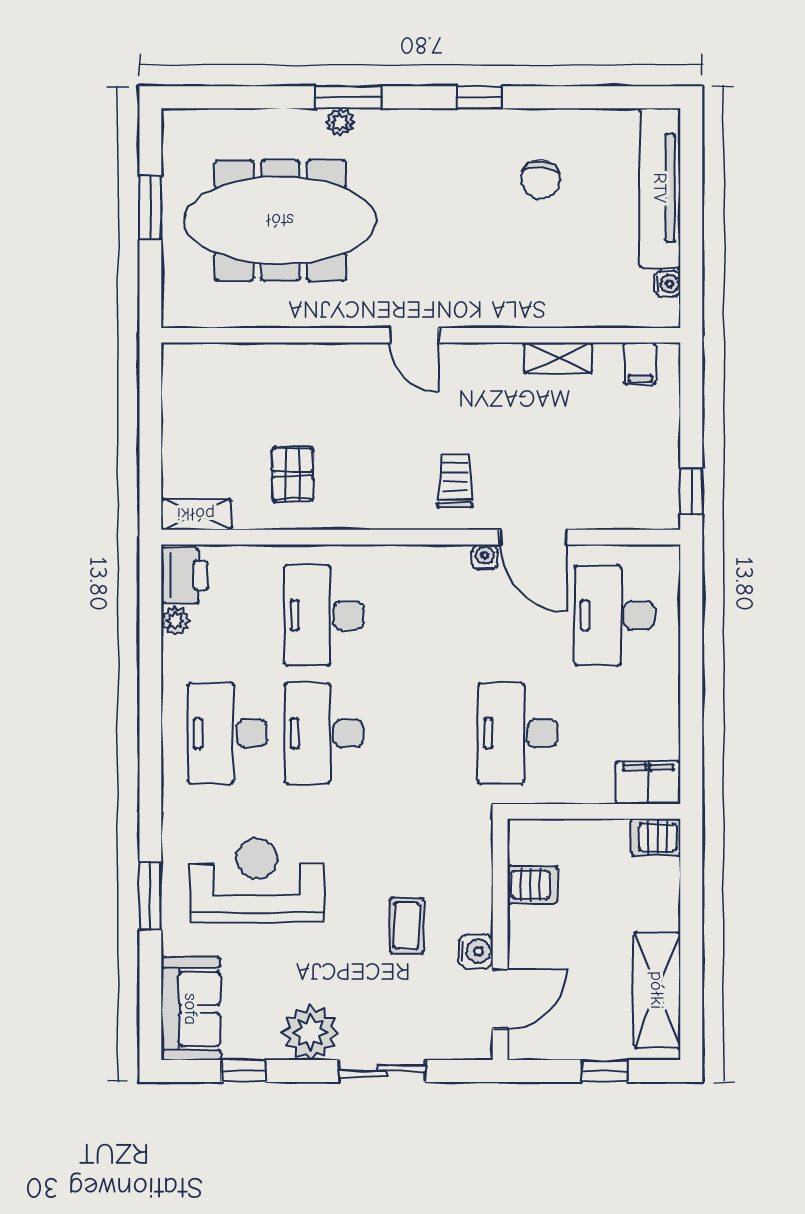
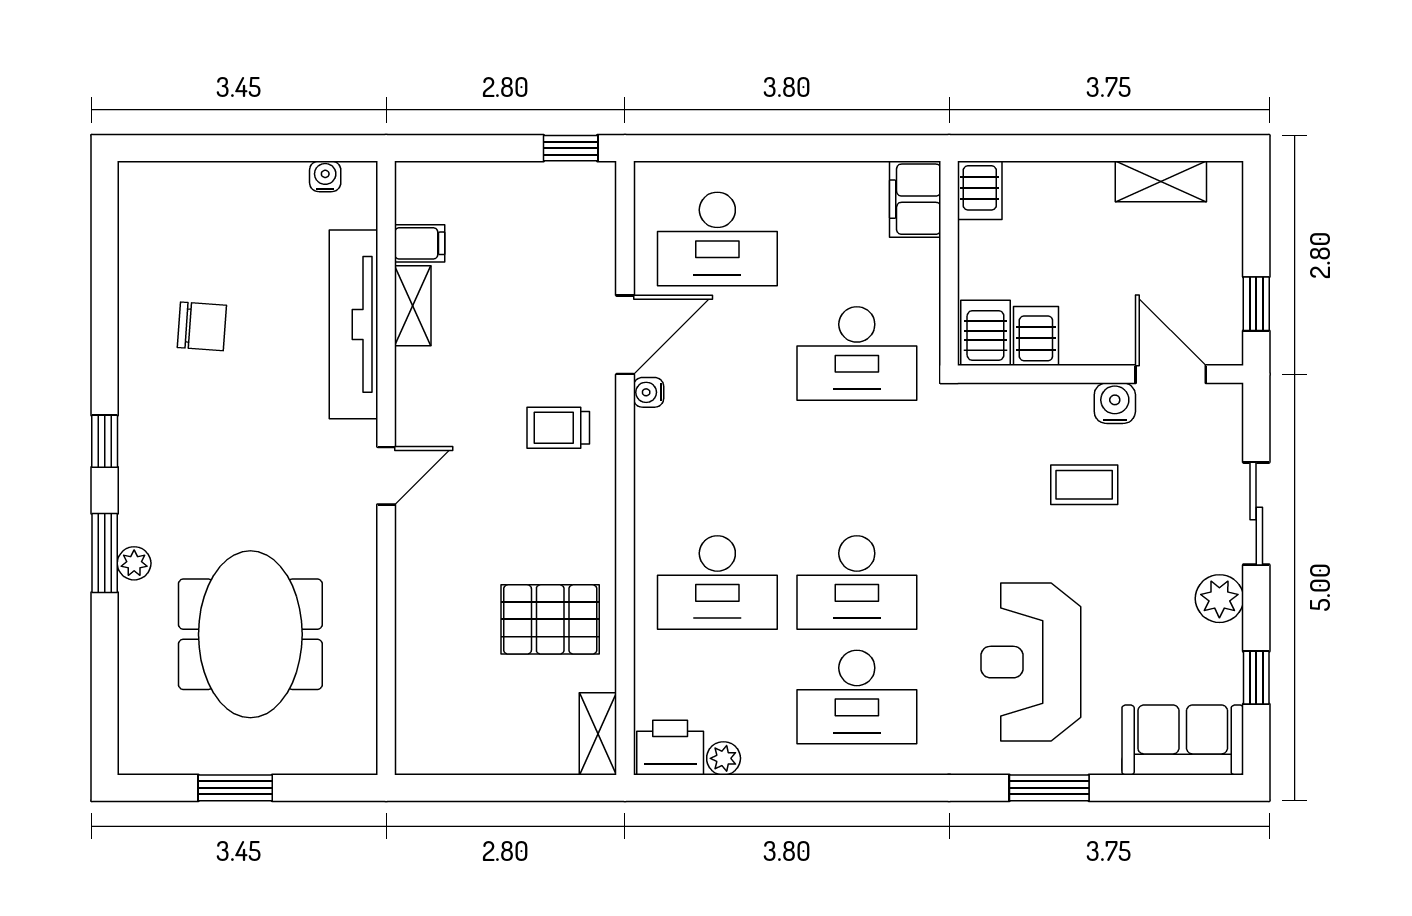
window: (479, 97) -> (105, 441), moved
tv unit: (660, 188) -> (353, 324), moved, turned 90
meeting table: (280, 220) -> (250, 634), width x0.73
filing cabinet: (640, 364) -> (420, 243), moved
pallet: (293, 474) -> (550, 619), width x1.50, depth x1.42
server rack: (535, 842) -> (985, 333), added
shelving: (657, 990) -> (1161, 181), width x0.67, depth x0.75
plant: (310, 1032) -> (1219, 599), width x0.73, depth x0.73
window: (605, 1071) -> (1256, 304), moved

